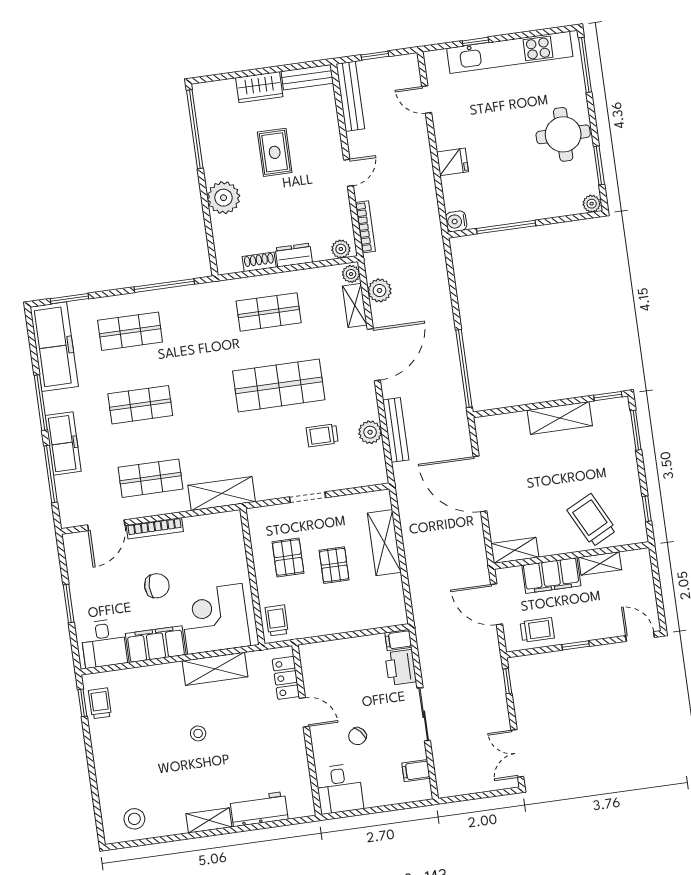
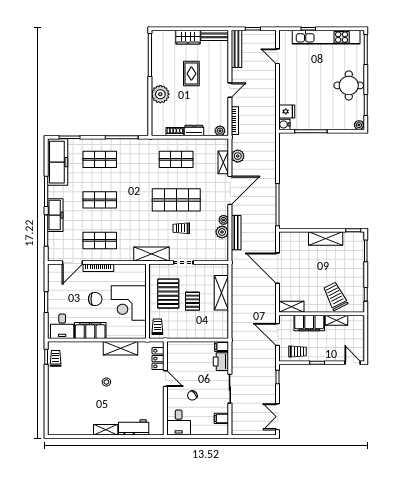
fridge: (452, 162) -> (287, 111), moved
plant: (351, 274) -> (224, 220), moved
trolley: (322, 435) -> (181, 228), moved
shelving: (222, 493) -> (152, 254), moved
pallet: (288, 557) -> (168, 294), width x1.50, depth x1.42
corner desk: (215, 619) -> (129, 303), moved, turned -90
stool: (134, 819) -> (66, 423), removed

